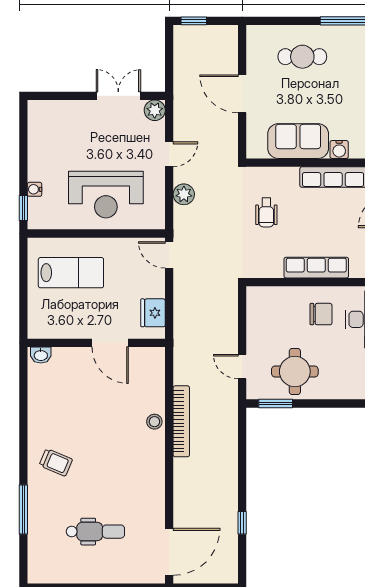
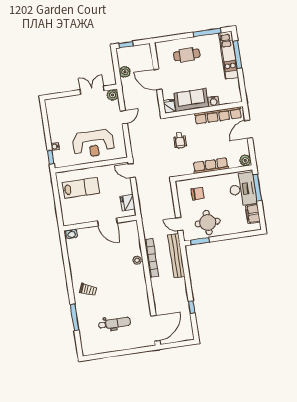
fridge: (256, 147) -> (169, 106), added
plant: (184, 194) -> (125, 72), moved
chair: (321, 314) -> (198, 194), moved
bench: (228, 424) -> (176, 256), added

